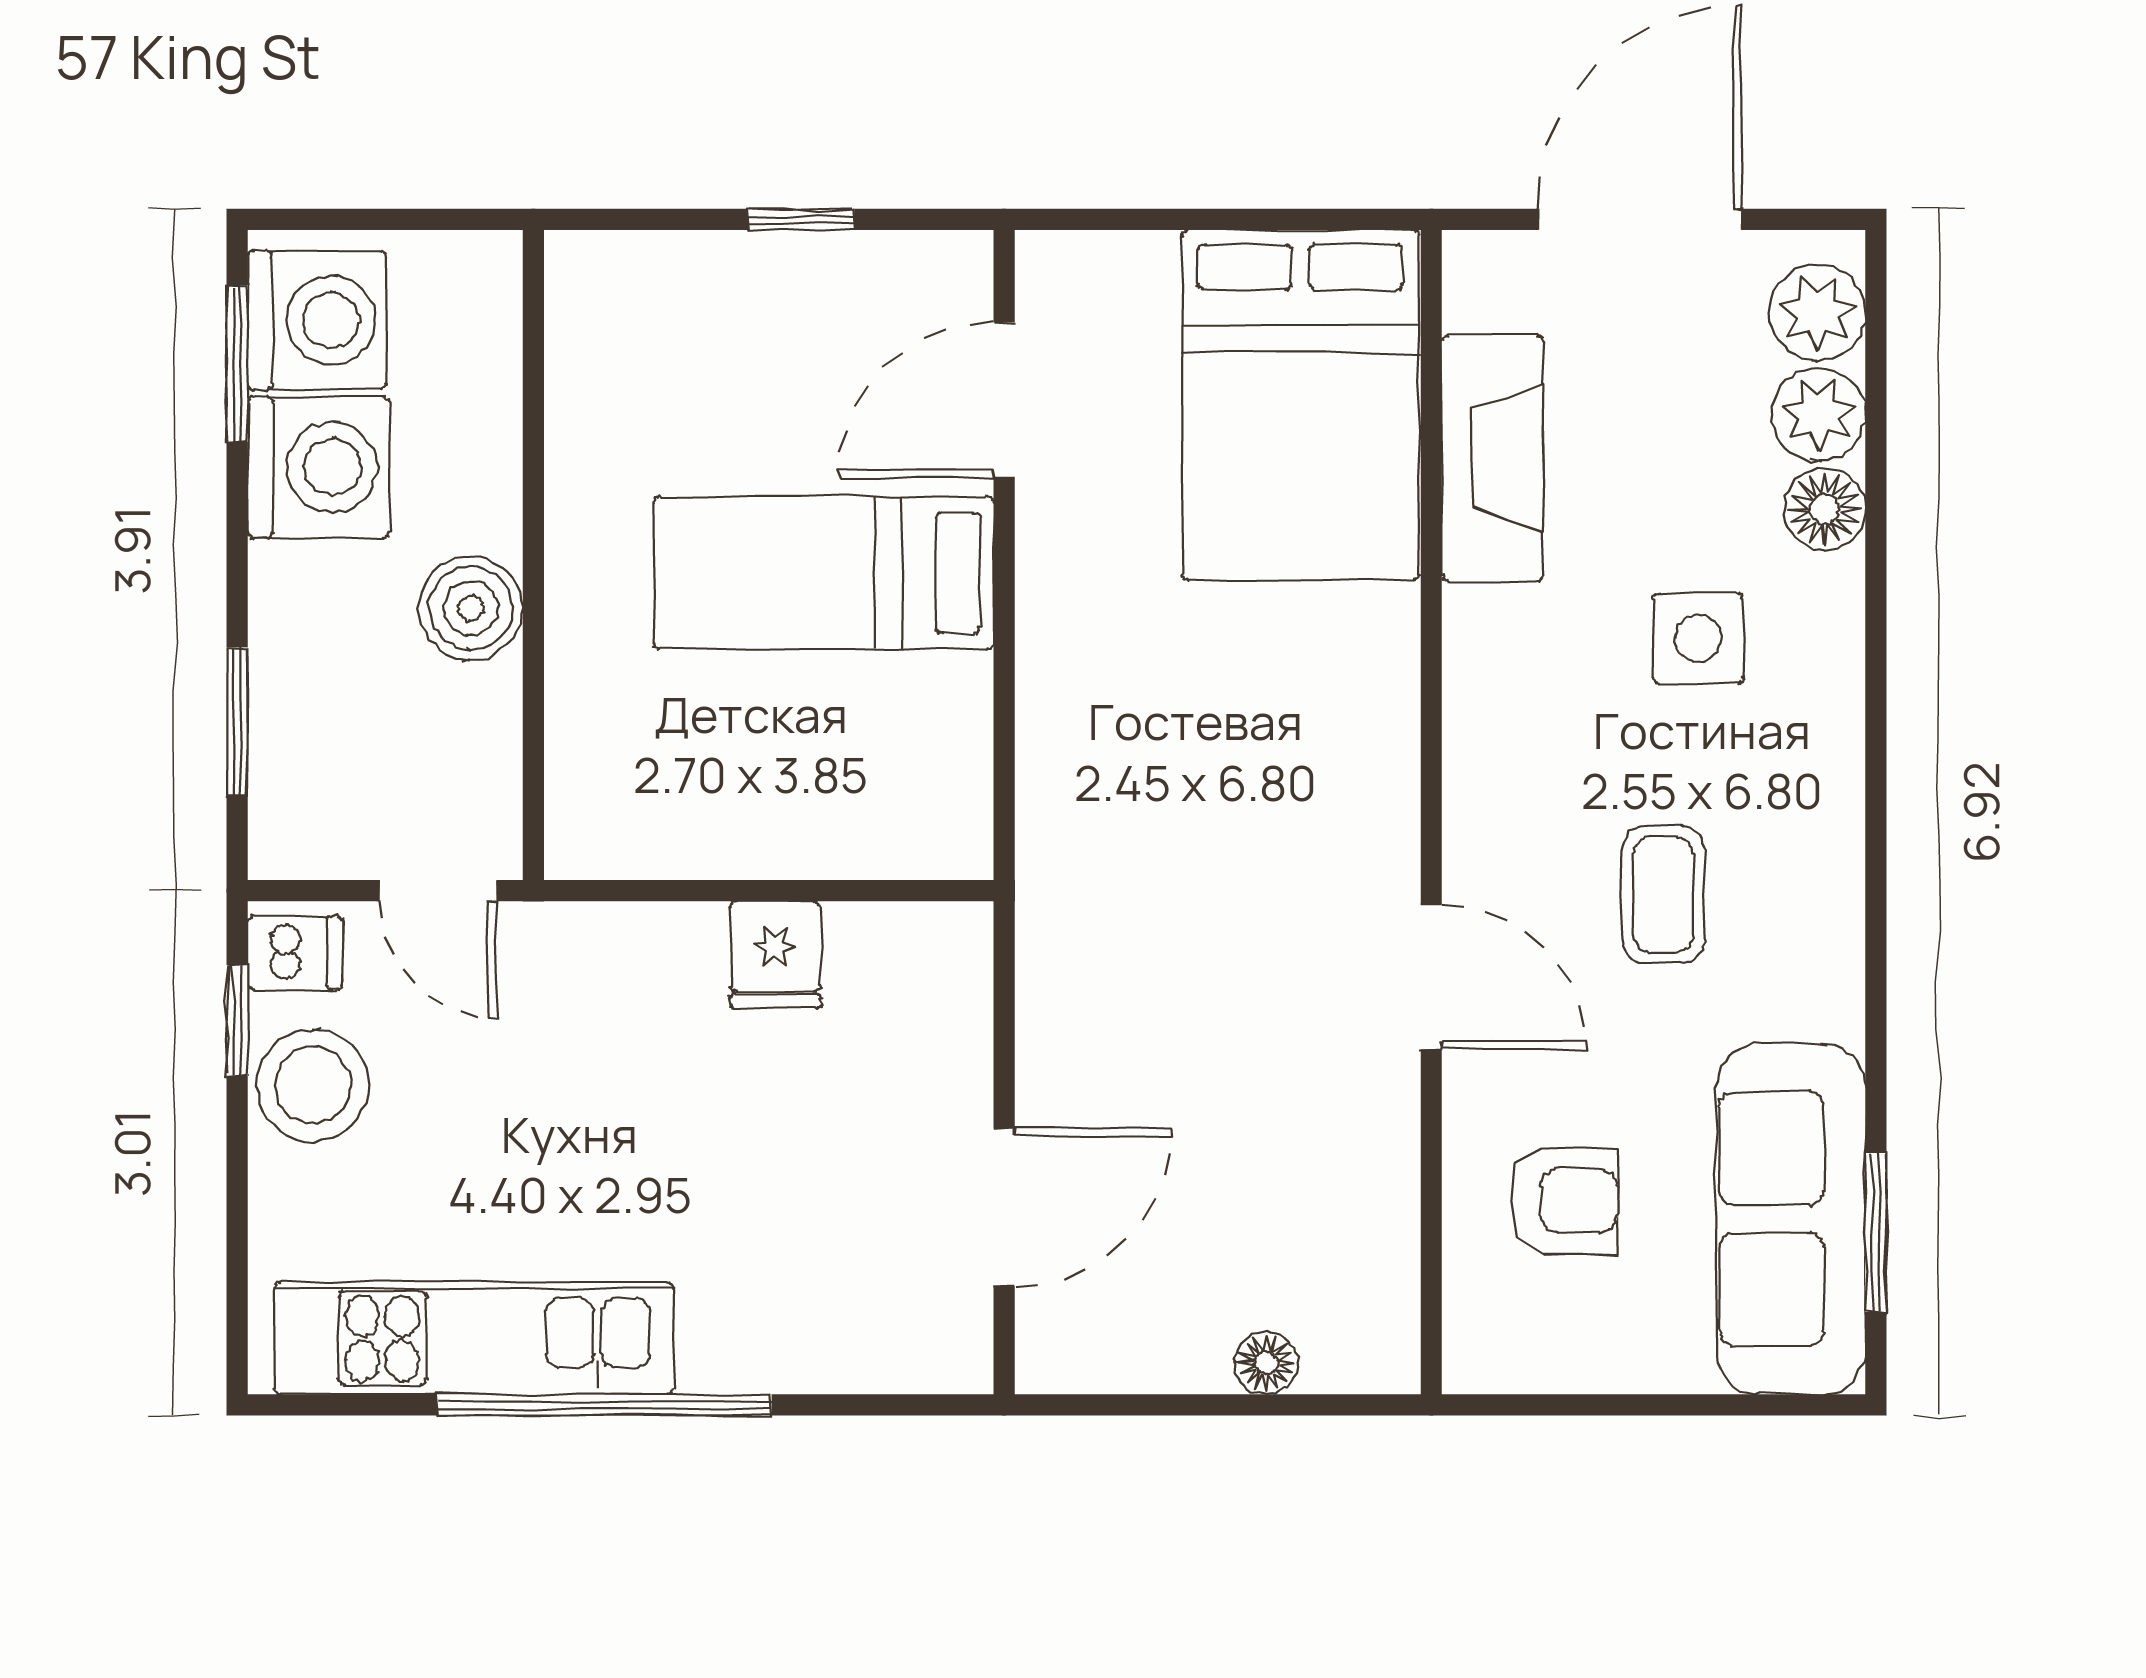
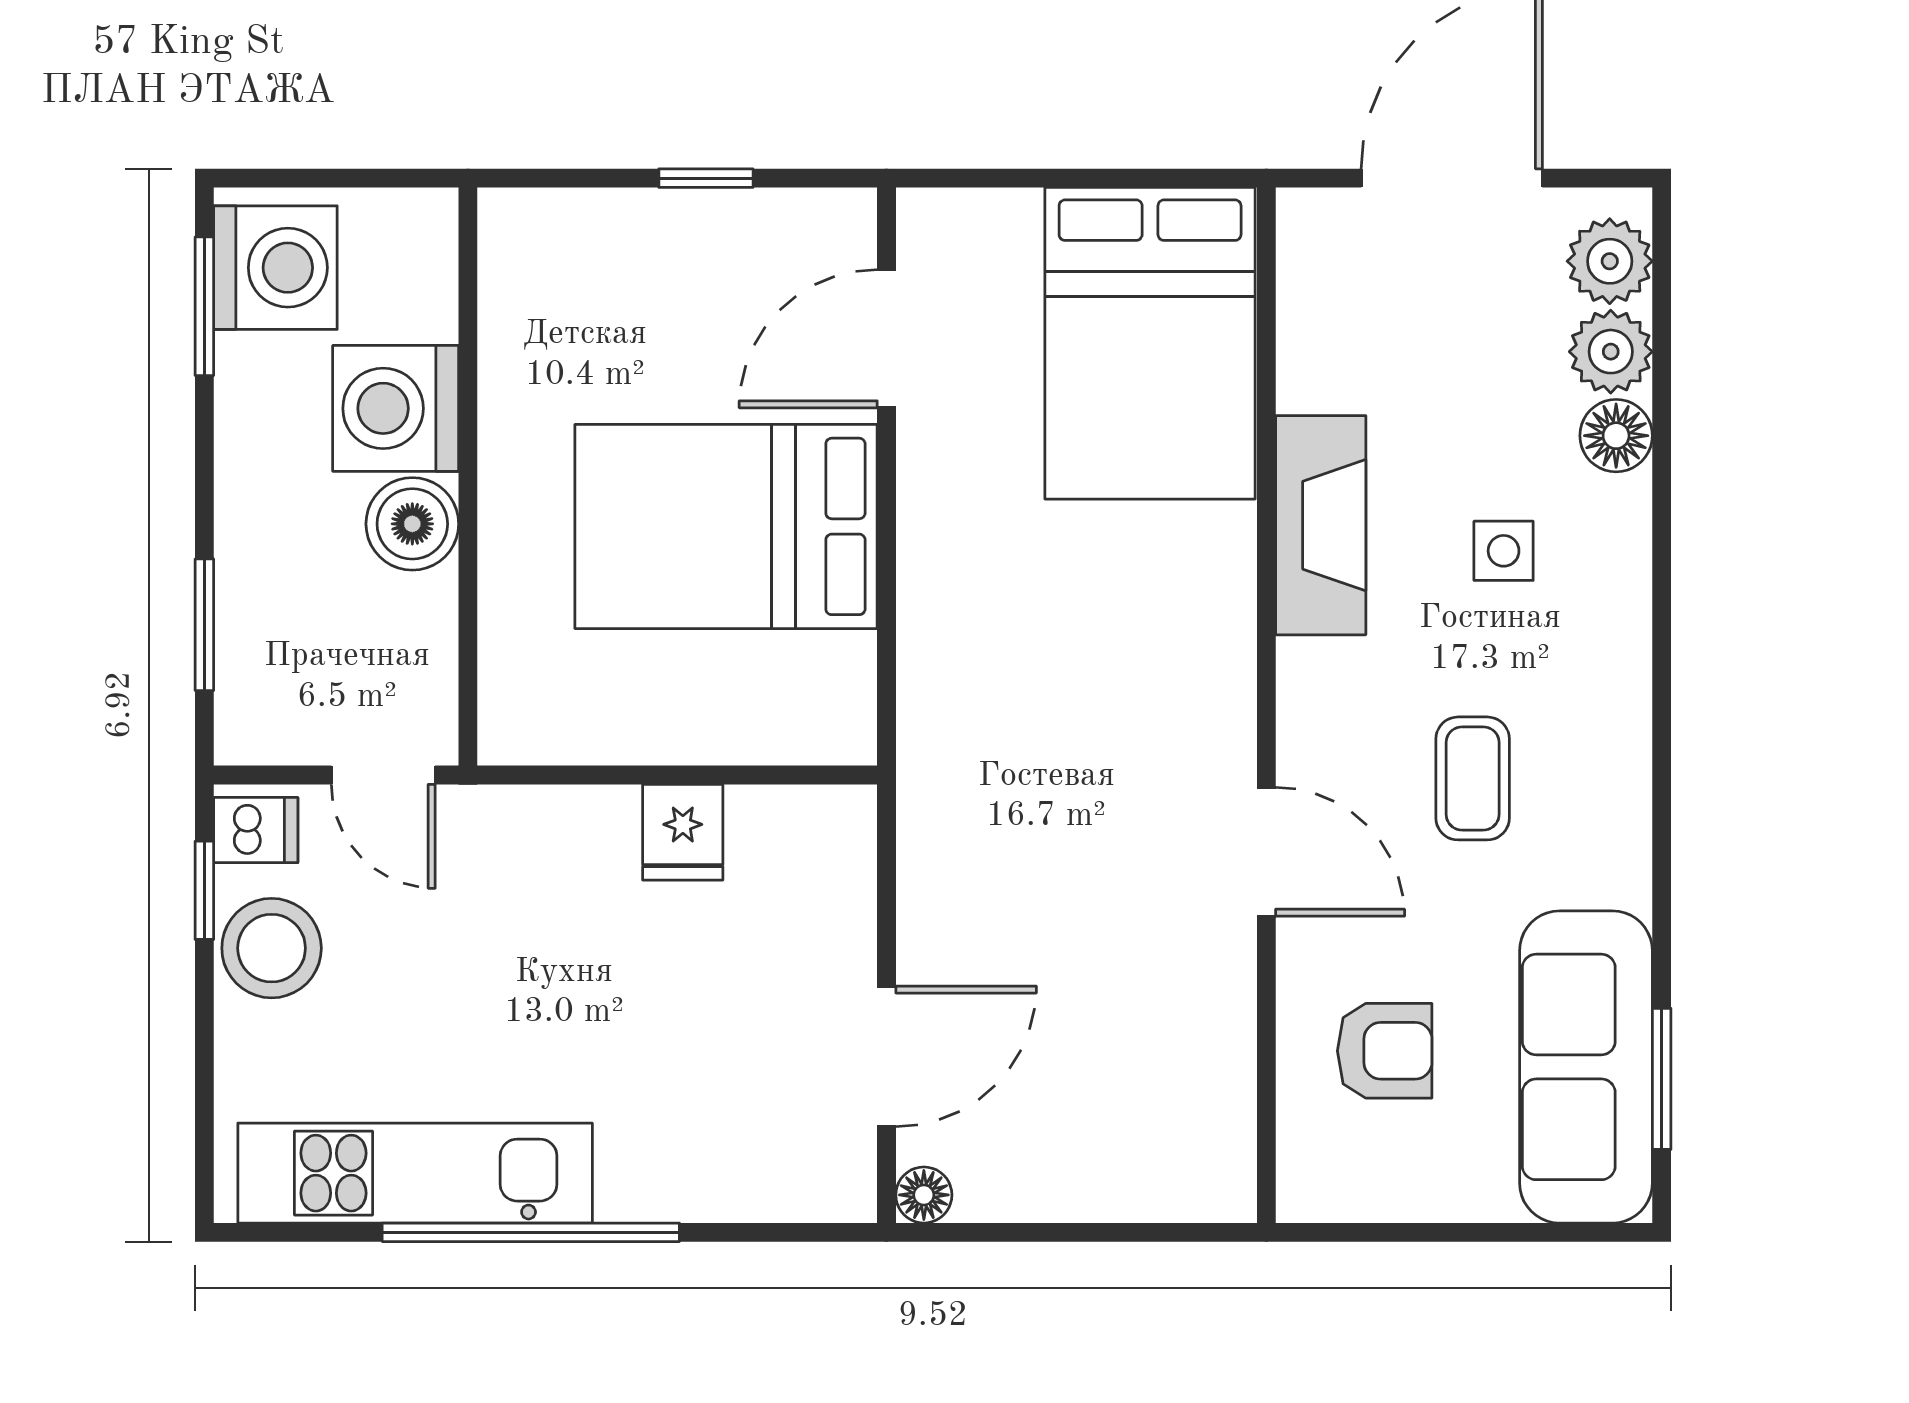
fireplace: (1492, 458) -> (1321, 525), moved
washing machine: (318, 467) -> (396, 408), moved, turned 180
bed: (824, 573) -> (726, 526), width x1.50
side table: (1698, 639) -> (1504, 551), width x0.73, depth x0.73
floor lamp: (1266, 1363) -> (924, 1195), moved

